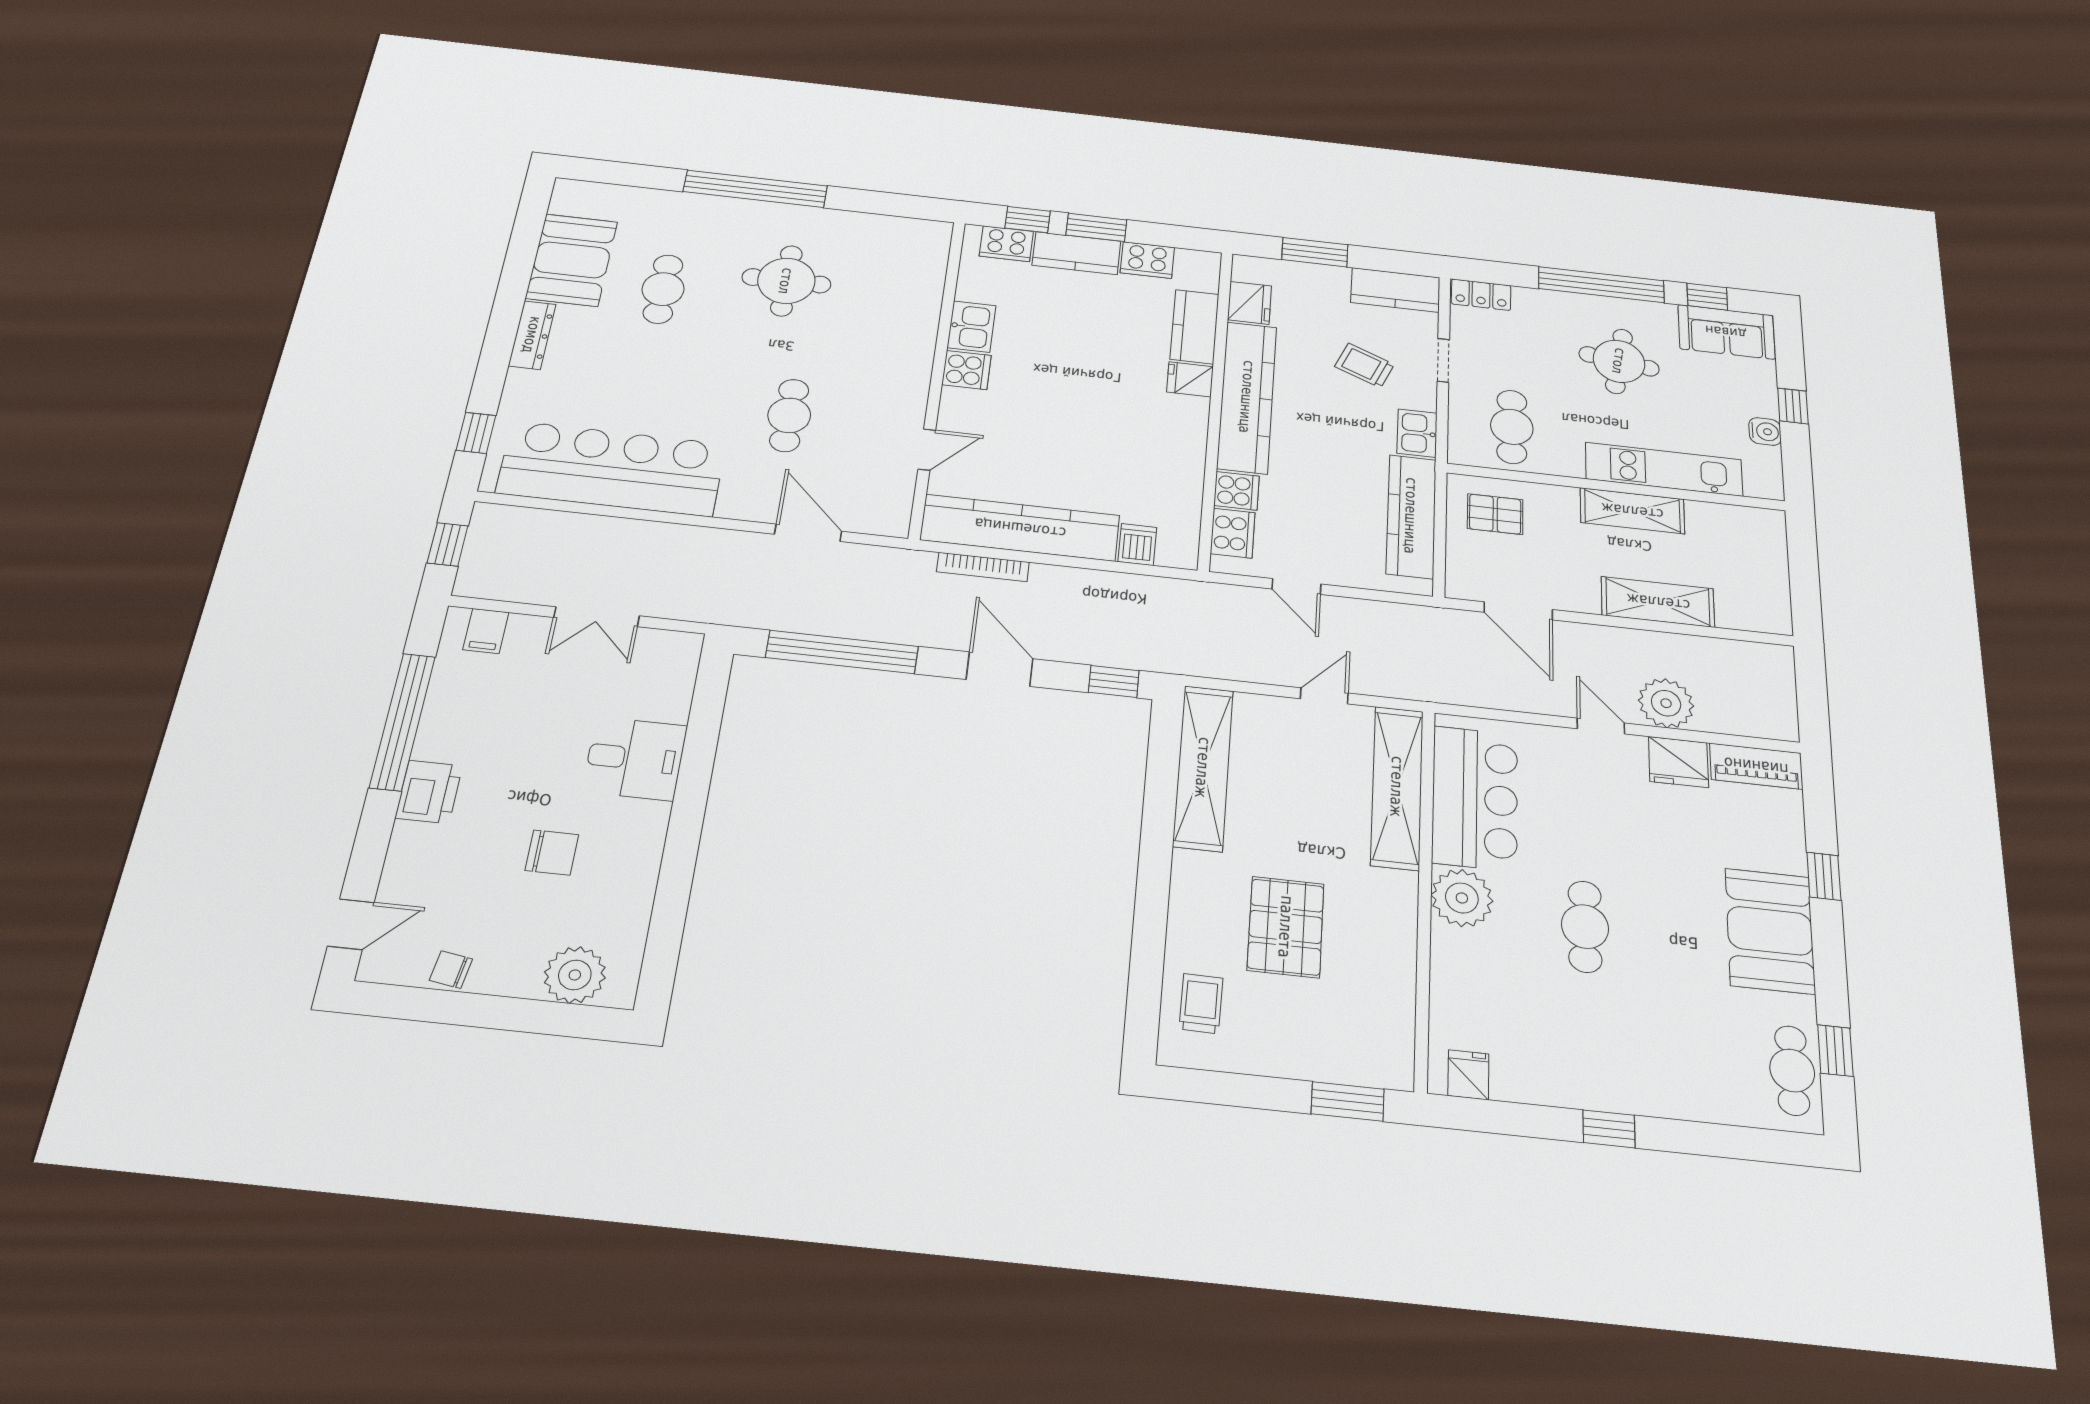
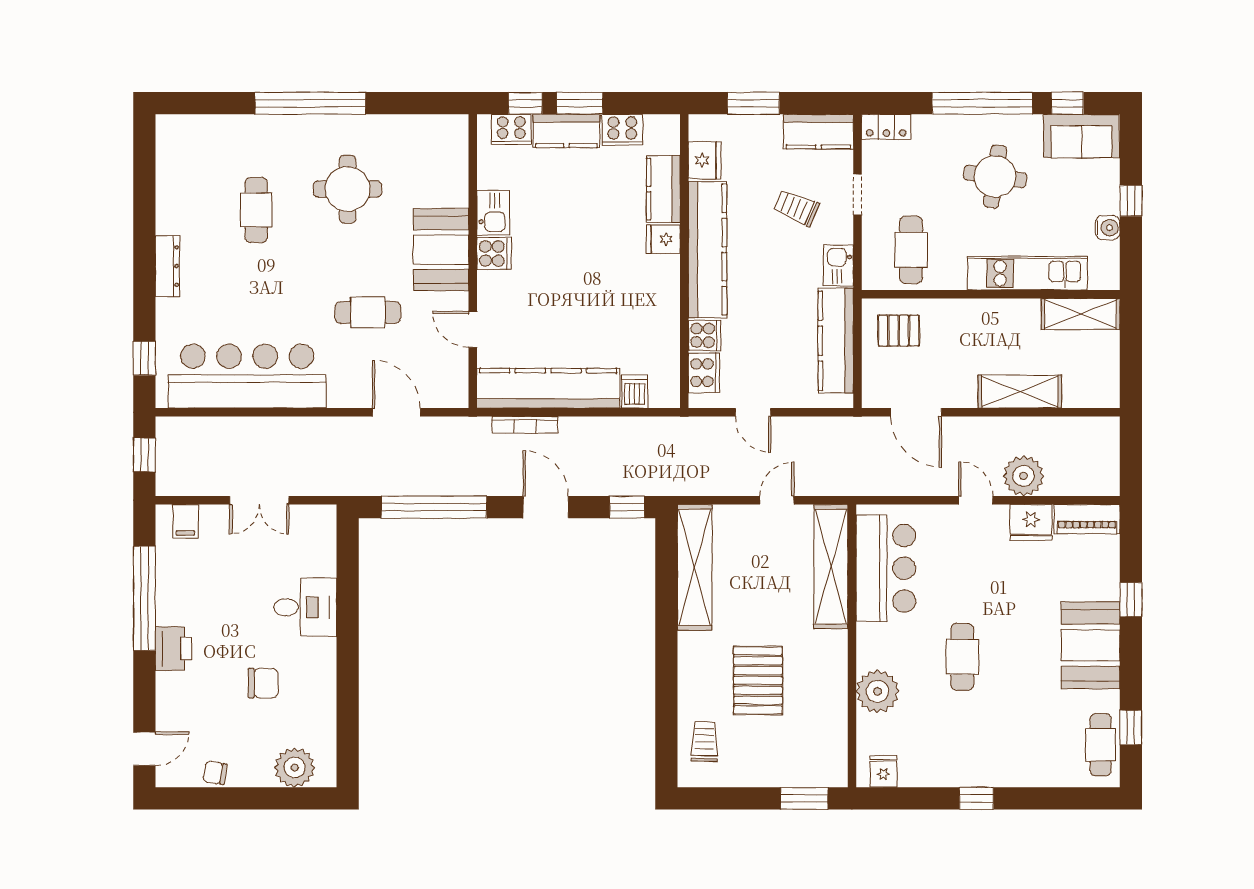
booth: (572, 260) -> (441, 250), moved
cafe table: (789, 415) -> (368, 312), turned 90
door: (927, 450) -> (473, 329), swing flipped
shelving: (1632, 511) -> (1081, 314), moved
plant: (1462, 898) -> (878, 691), moved

